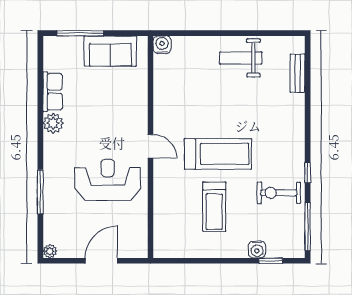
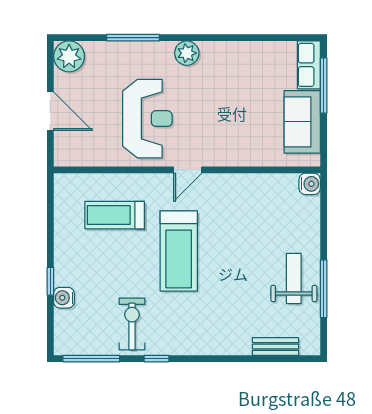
window: (249, 33) -> (324, 289), added
row of seats: (53, 92) -> (309, 65), moved, turned 90
plant: (53, 123) -> (187, 53), moved
treadmill: (214, 207) -> (115, 215), moved
plant: (50, 251) -> (69, 56), width x1.88, depth x1.88
window: (271, 261) -> (50, 281), moved

